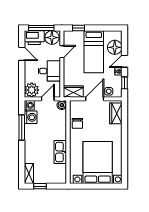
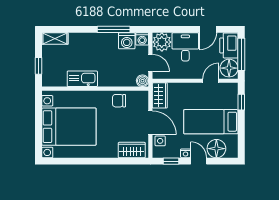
door: (62, 52) -> (211, 81), swing flipped
desk: (49, 71) -> (185, 47), moved, turned 180
window: (40, 186) -> (38, 66), moved

